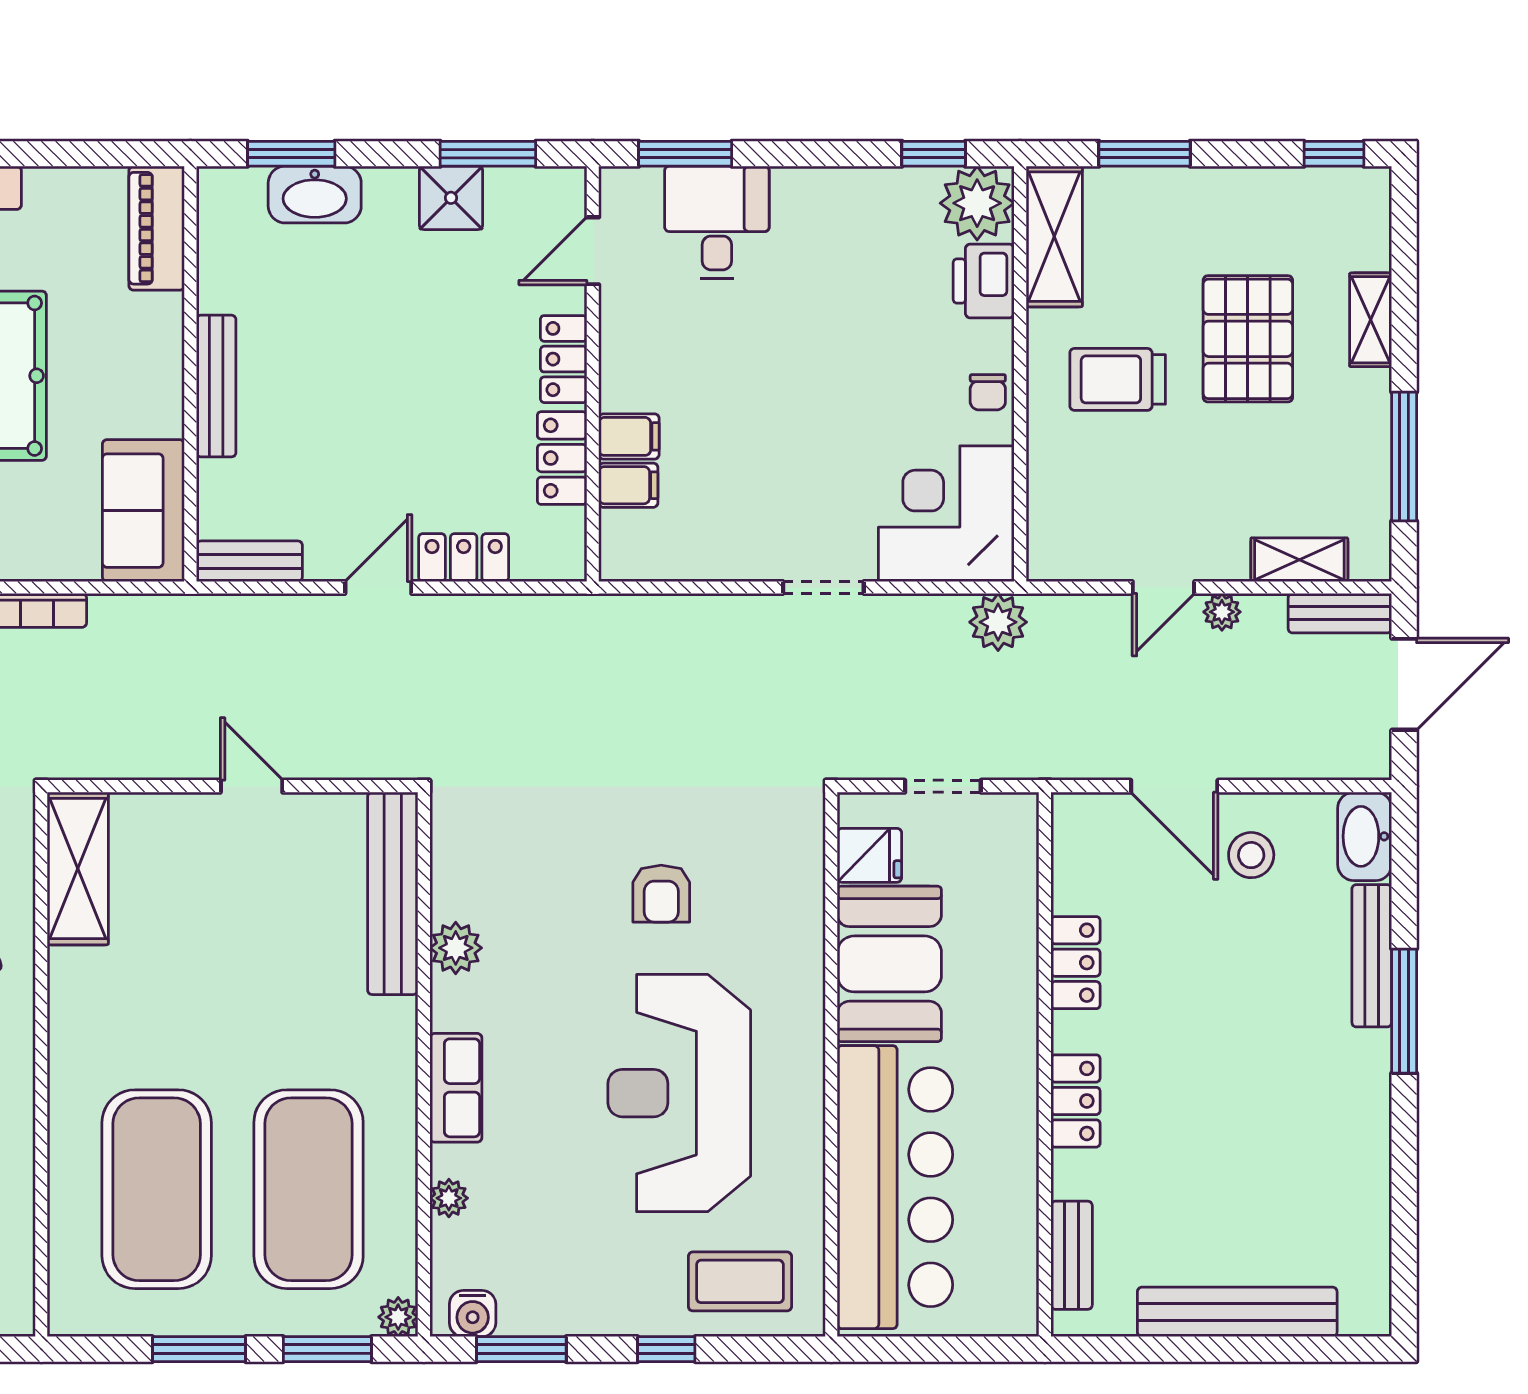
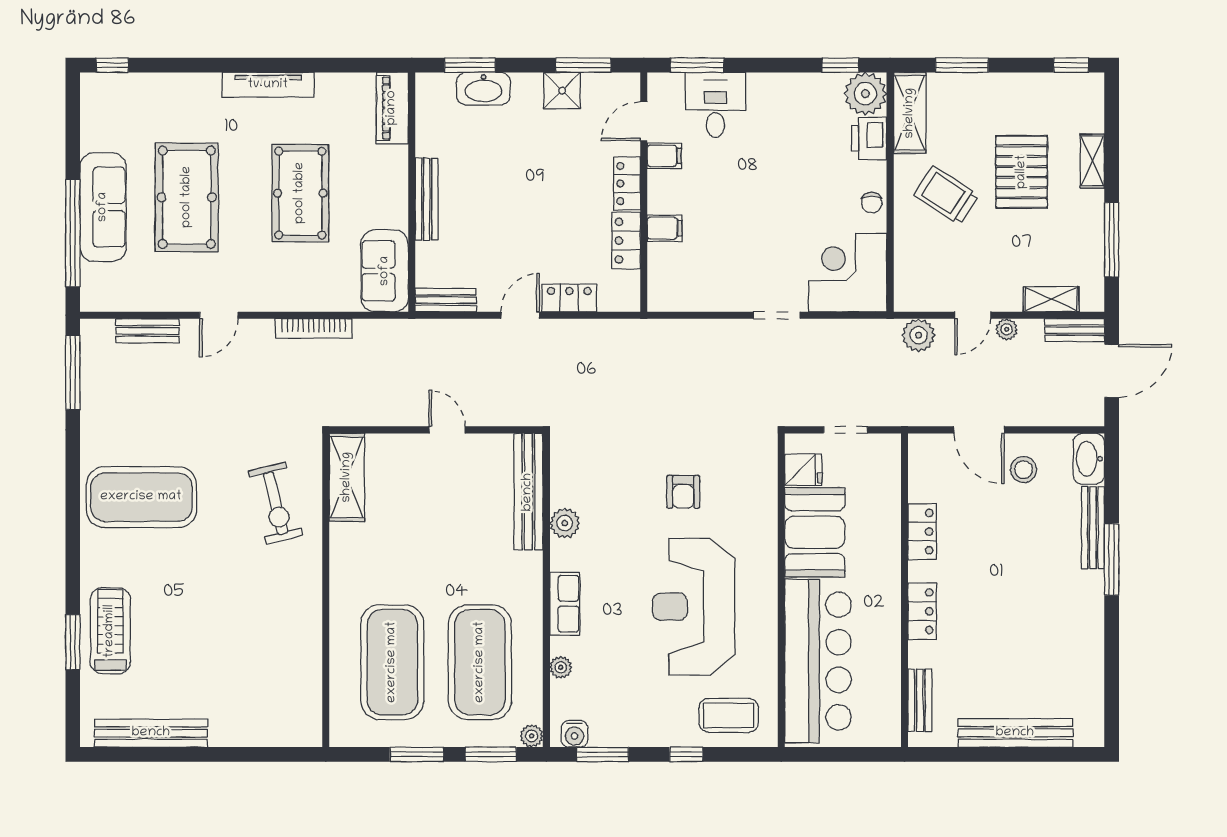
trolley: (1118, 379) -> (946, 195), turned 33
filing cabinet: (628, 485) -> (664, 156), moved
plant: (998, 622) -> (919, 335), moved

